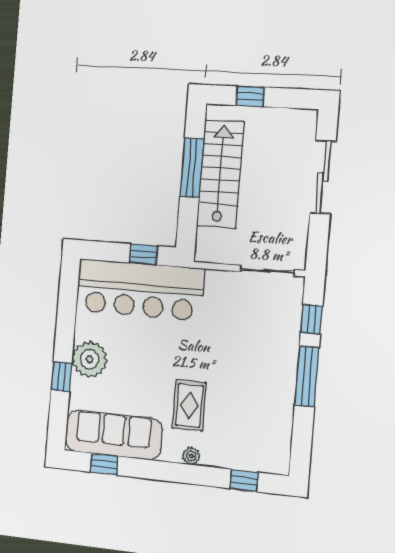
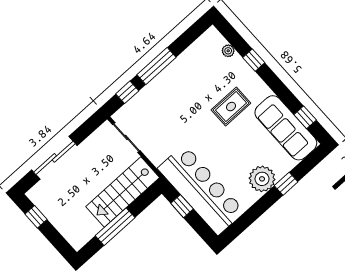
window: (250, 96) -> (36, 217), moved
stairs: (220, 174) -> (123, 192), moved
plant: (191, 456) -> (228, 51), moved
window: (244, 480) -> (254, 60), moved

